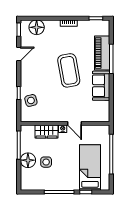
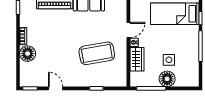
floor lamp: (37, 27) -> (28, 54), moved
coffee table: (69, 70) -> (97, 53), moved
side table: (31, 100) -> (104, 76), removed

